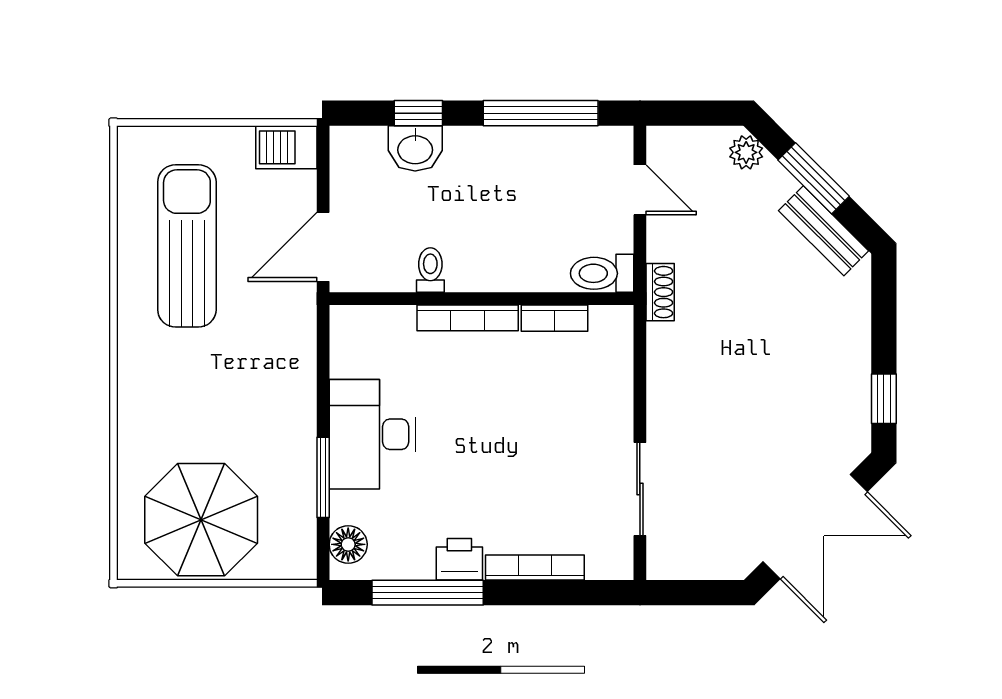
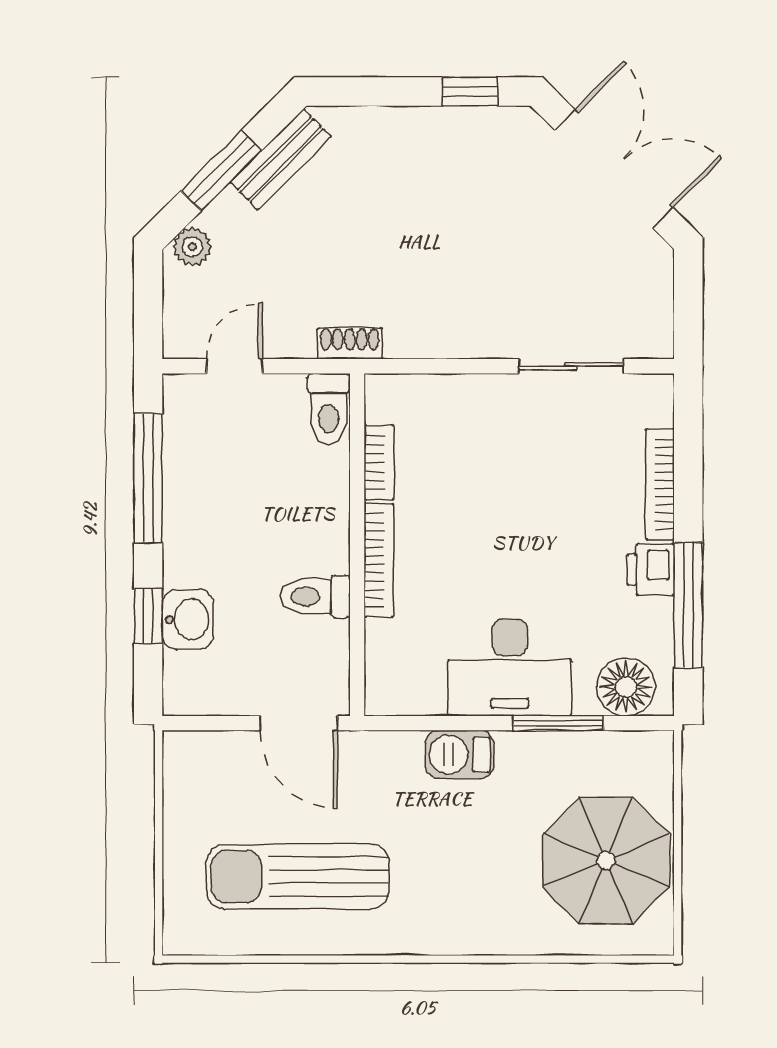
barbecue: (286, 147) -> (460, 754), moved, turned 90
toilet: (430, 270) -> (315, 597), width x1.37, depth x1.39
floor lamp: (348, 544) -> (626, 687), width x1.38, depth x1.38

